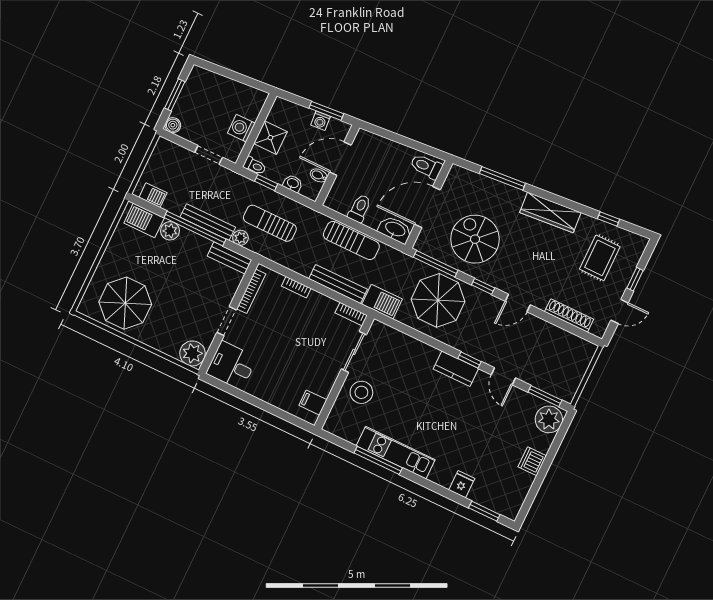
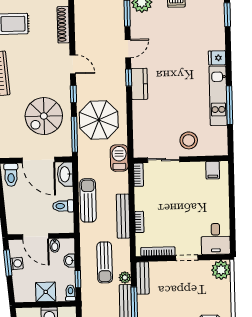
bench: (338, 284) -> (123, 216), moved
fridge: (462, 484) -> (217, 58), moved

